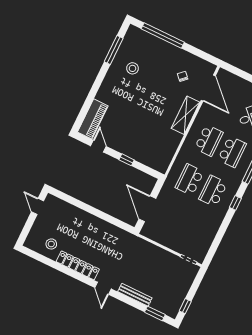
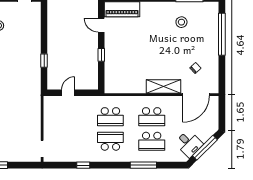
door: (98, 146) -> (101, 25), swing flipped
school desk: (190, 180) -> (110, 117), turned 180
window: (235, 203) -> (83, 165), moved
door: (147, 209) -> (68, 93), width x0.53
window: (106, 217) -> (44, 61), added

